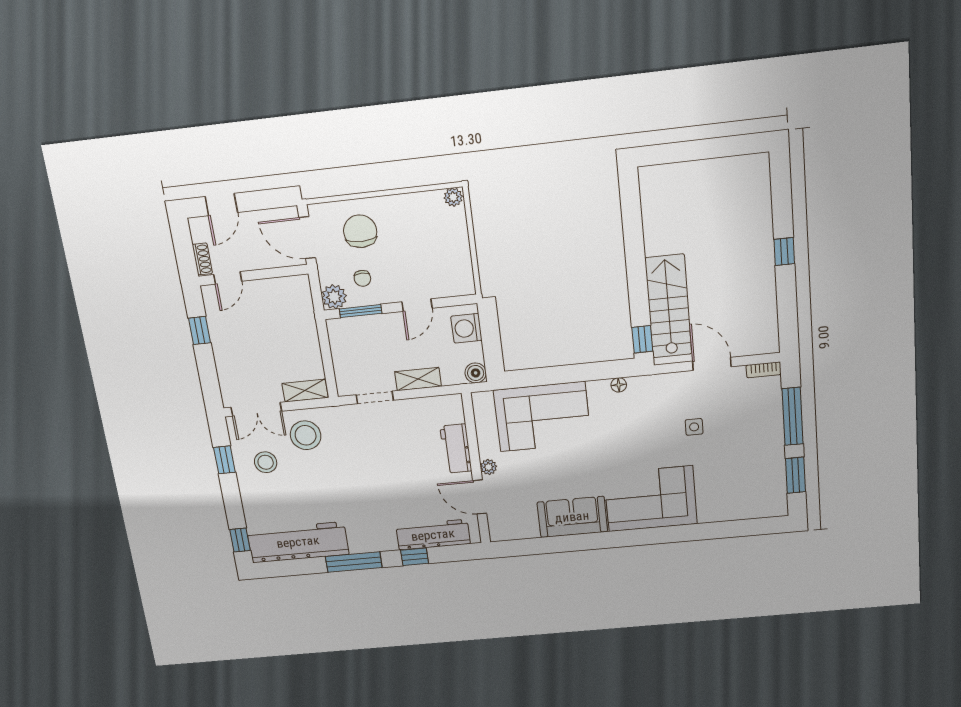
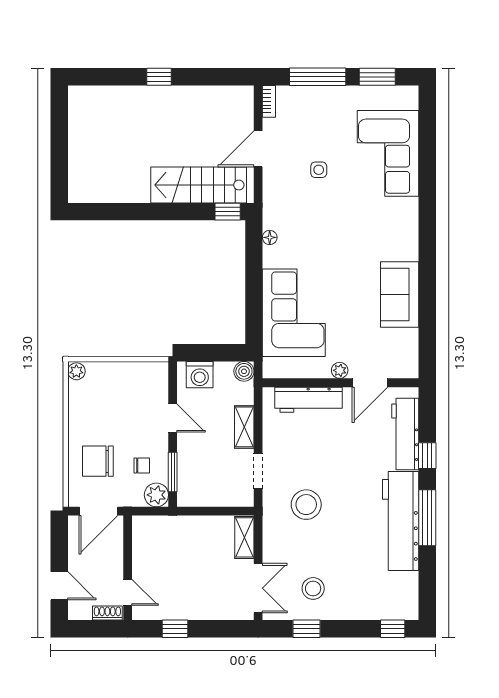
stool: (306, 435) -> (306, 505), moved
workbench: (456, 449) -> (308, 400), width x1.38
corner sofa: (650, 499) -> (388, 153), moved
workbench: (298, 542) -> (401, 521), moved

